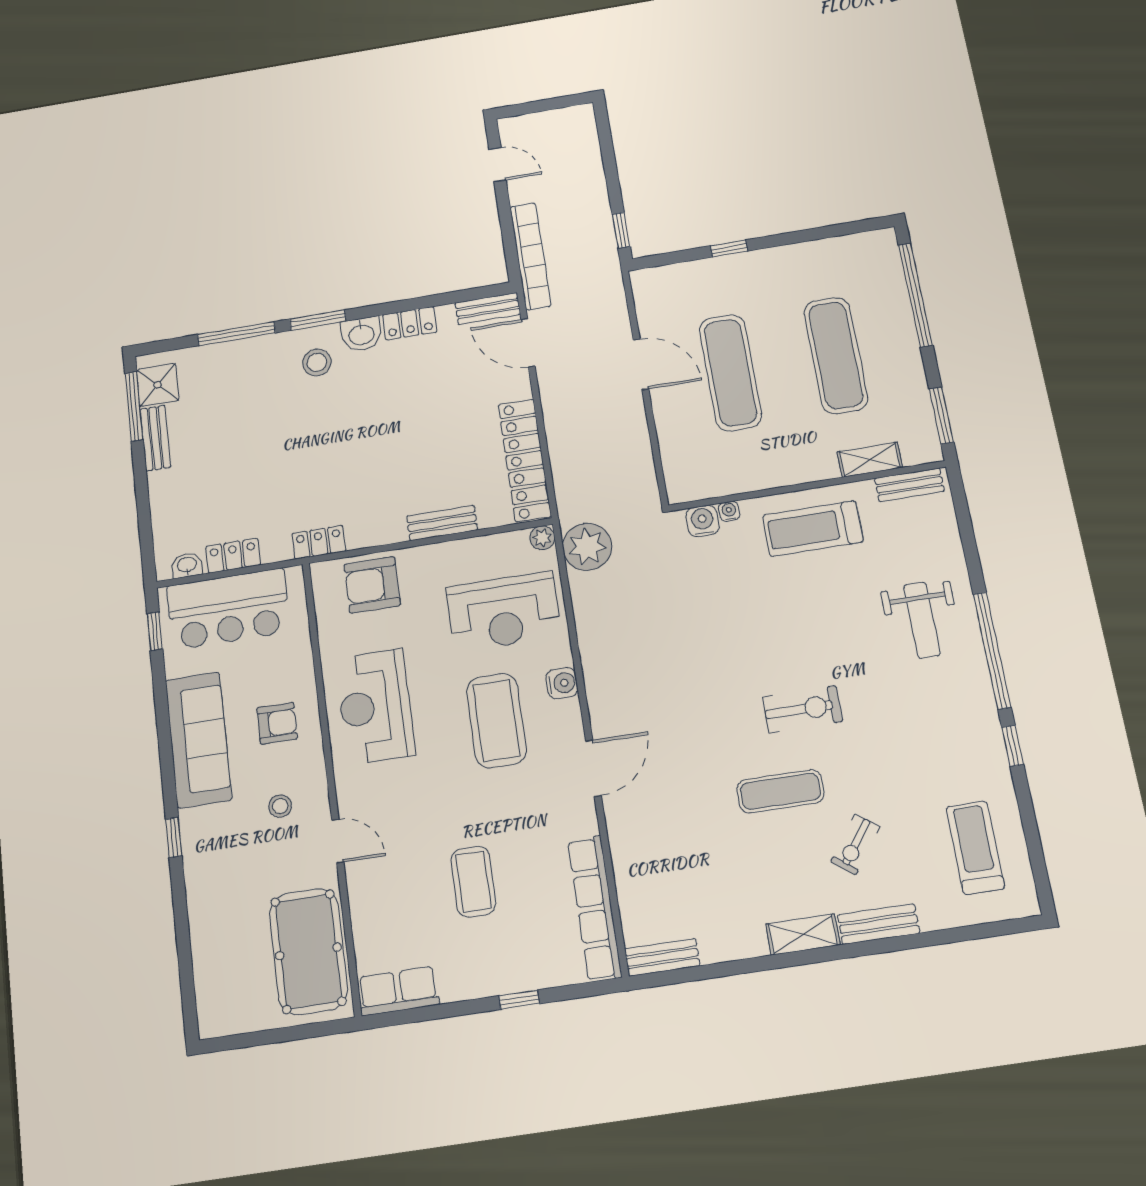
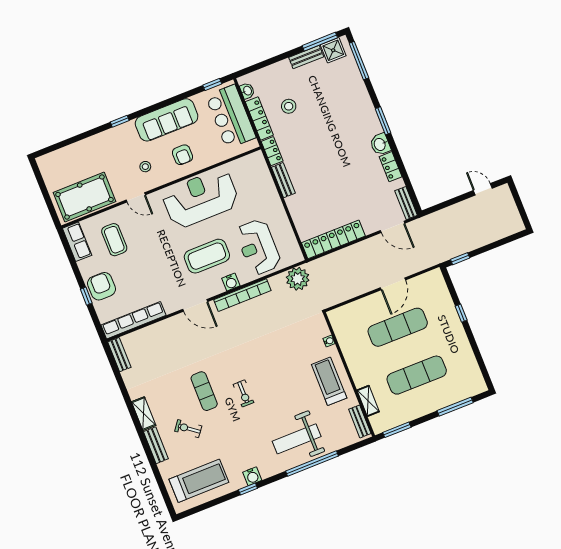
door: (497, 165) -> (483, 189), swing flipped
bookcase: (531, 256) -> (242, 295), moved
window: (915, 295) -> (455, 407), width x0.68
window: (236, 334) -> (359, 61), moved
door: (528, 343) -> (393, 227), swing flipped
stool: (317, 362) -> (289, 106), moved
water cooler: (703, 521) -> (252, 476), moved, turned 90
bench: (442, 523) -> (283, 180), moved
plant: (542, 538) -> (297, 257), removed
locker: (233, 556) -> (259, 118), width x1.53
armchair: (372, 585) -> (101, 286), moved
weight bench: (922, 620) -> (297, 439), width x1.36, depth x1.33
window: (992, 650) -> (312, 464), moved
reception desk: (375, 707) -> (201, 198), width x1.36, depth x1.30
exercise bike: (803, 709) -> (244, 393), width x0.73, depth x0.72
door: (338, 841) -> (136, 197), hinge flipped
treadmill: (975, 848) -> (199, 481), width x1.37, depth x1.38
coffee table: (473, 882) -> (114, 240), moved, turned 90

